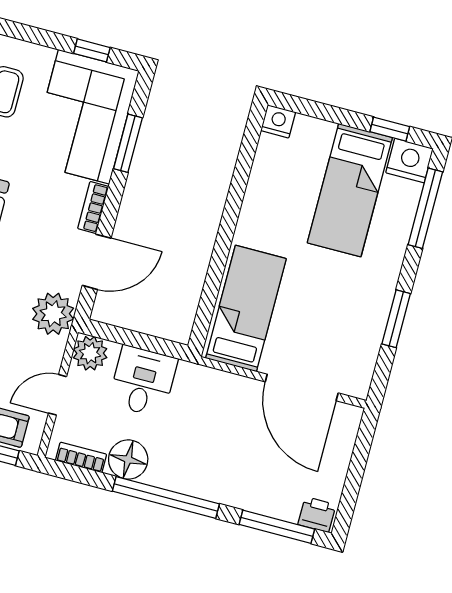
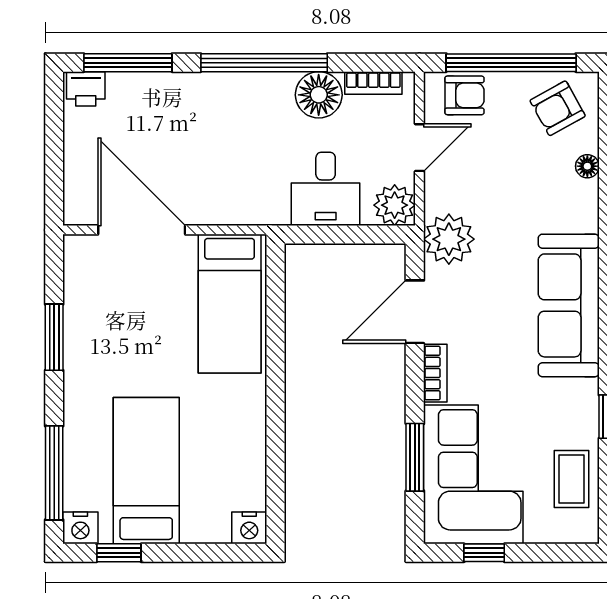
nightstand: (410, 161) -> (80, 528), width x0.74, depth x0.75

